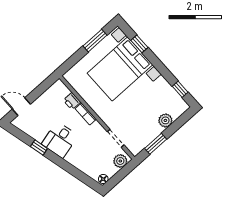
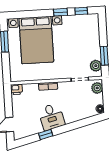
window: (139, 44) -> (60, 12), moved
printer: (72, 101) -> (17, 89), moved
plant: (165, 120) -> (96, 66), moved

